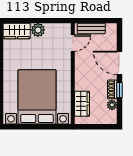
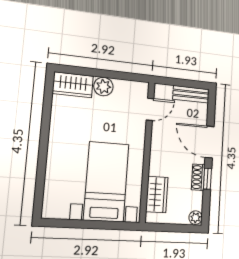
bench: (91, 28) -> (191, 94), moved
bed with nightstands: (37, 97) -> (106, 182), width x0.73
plant: (112, 105) -> (196, 218), moved

